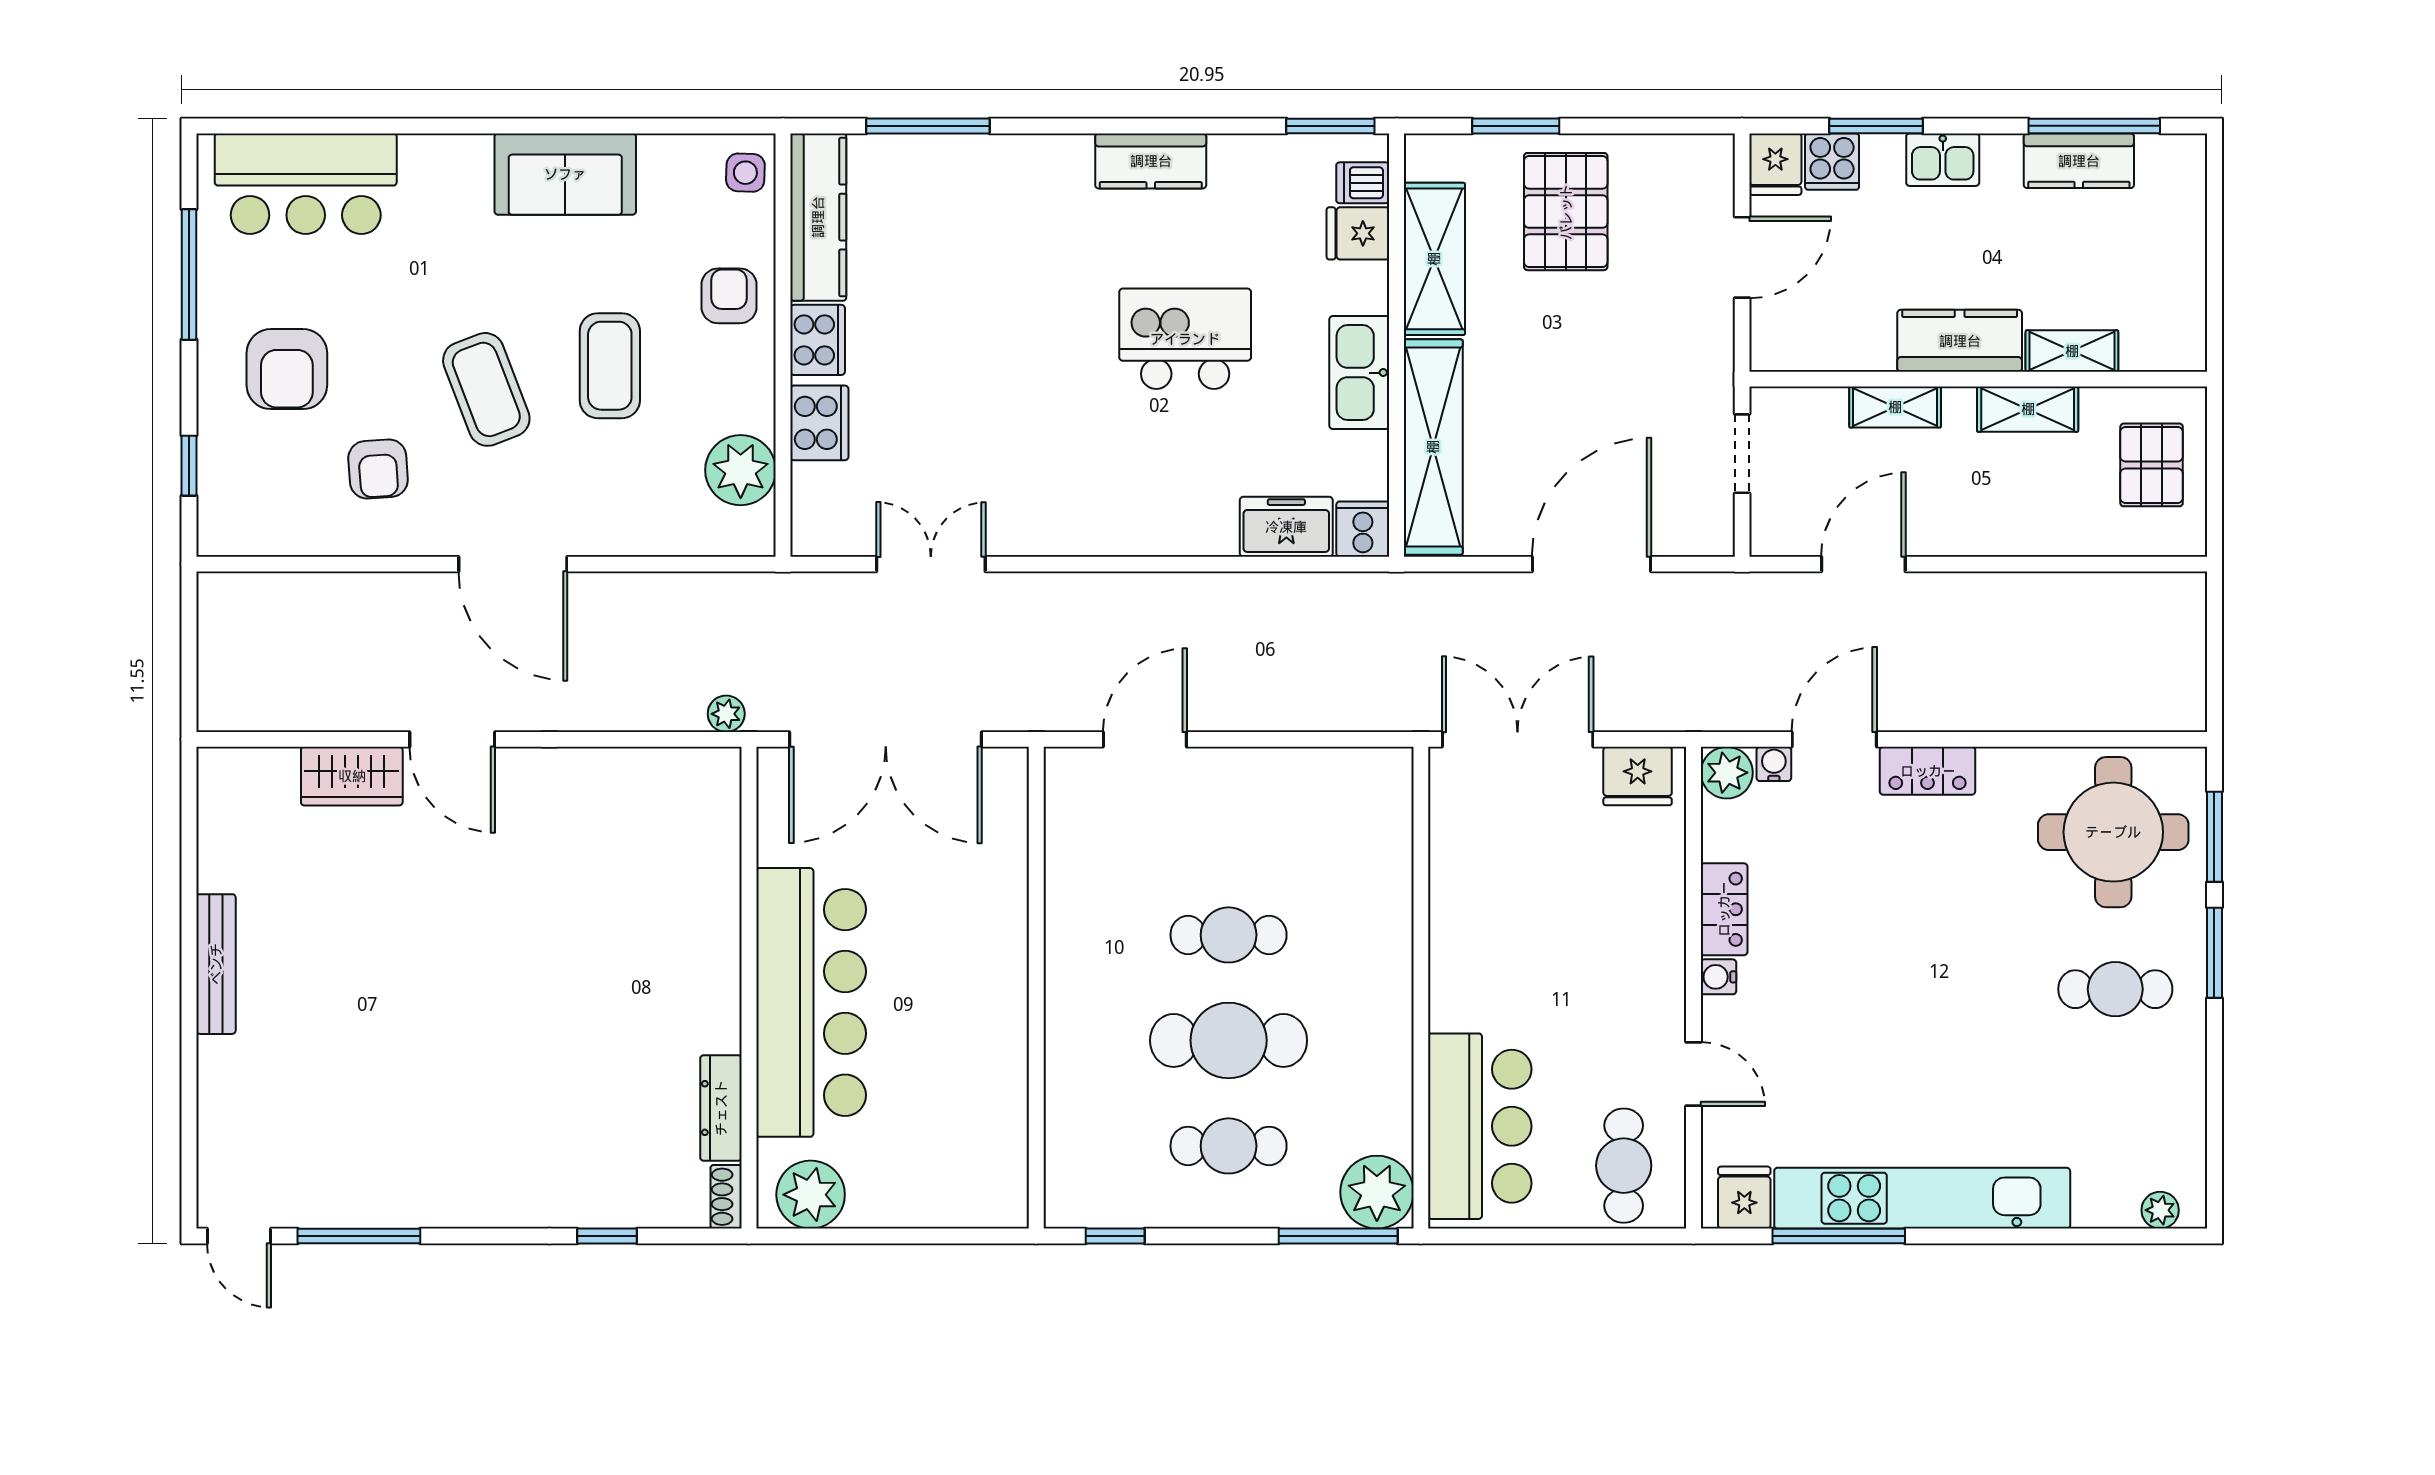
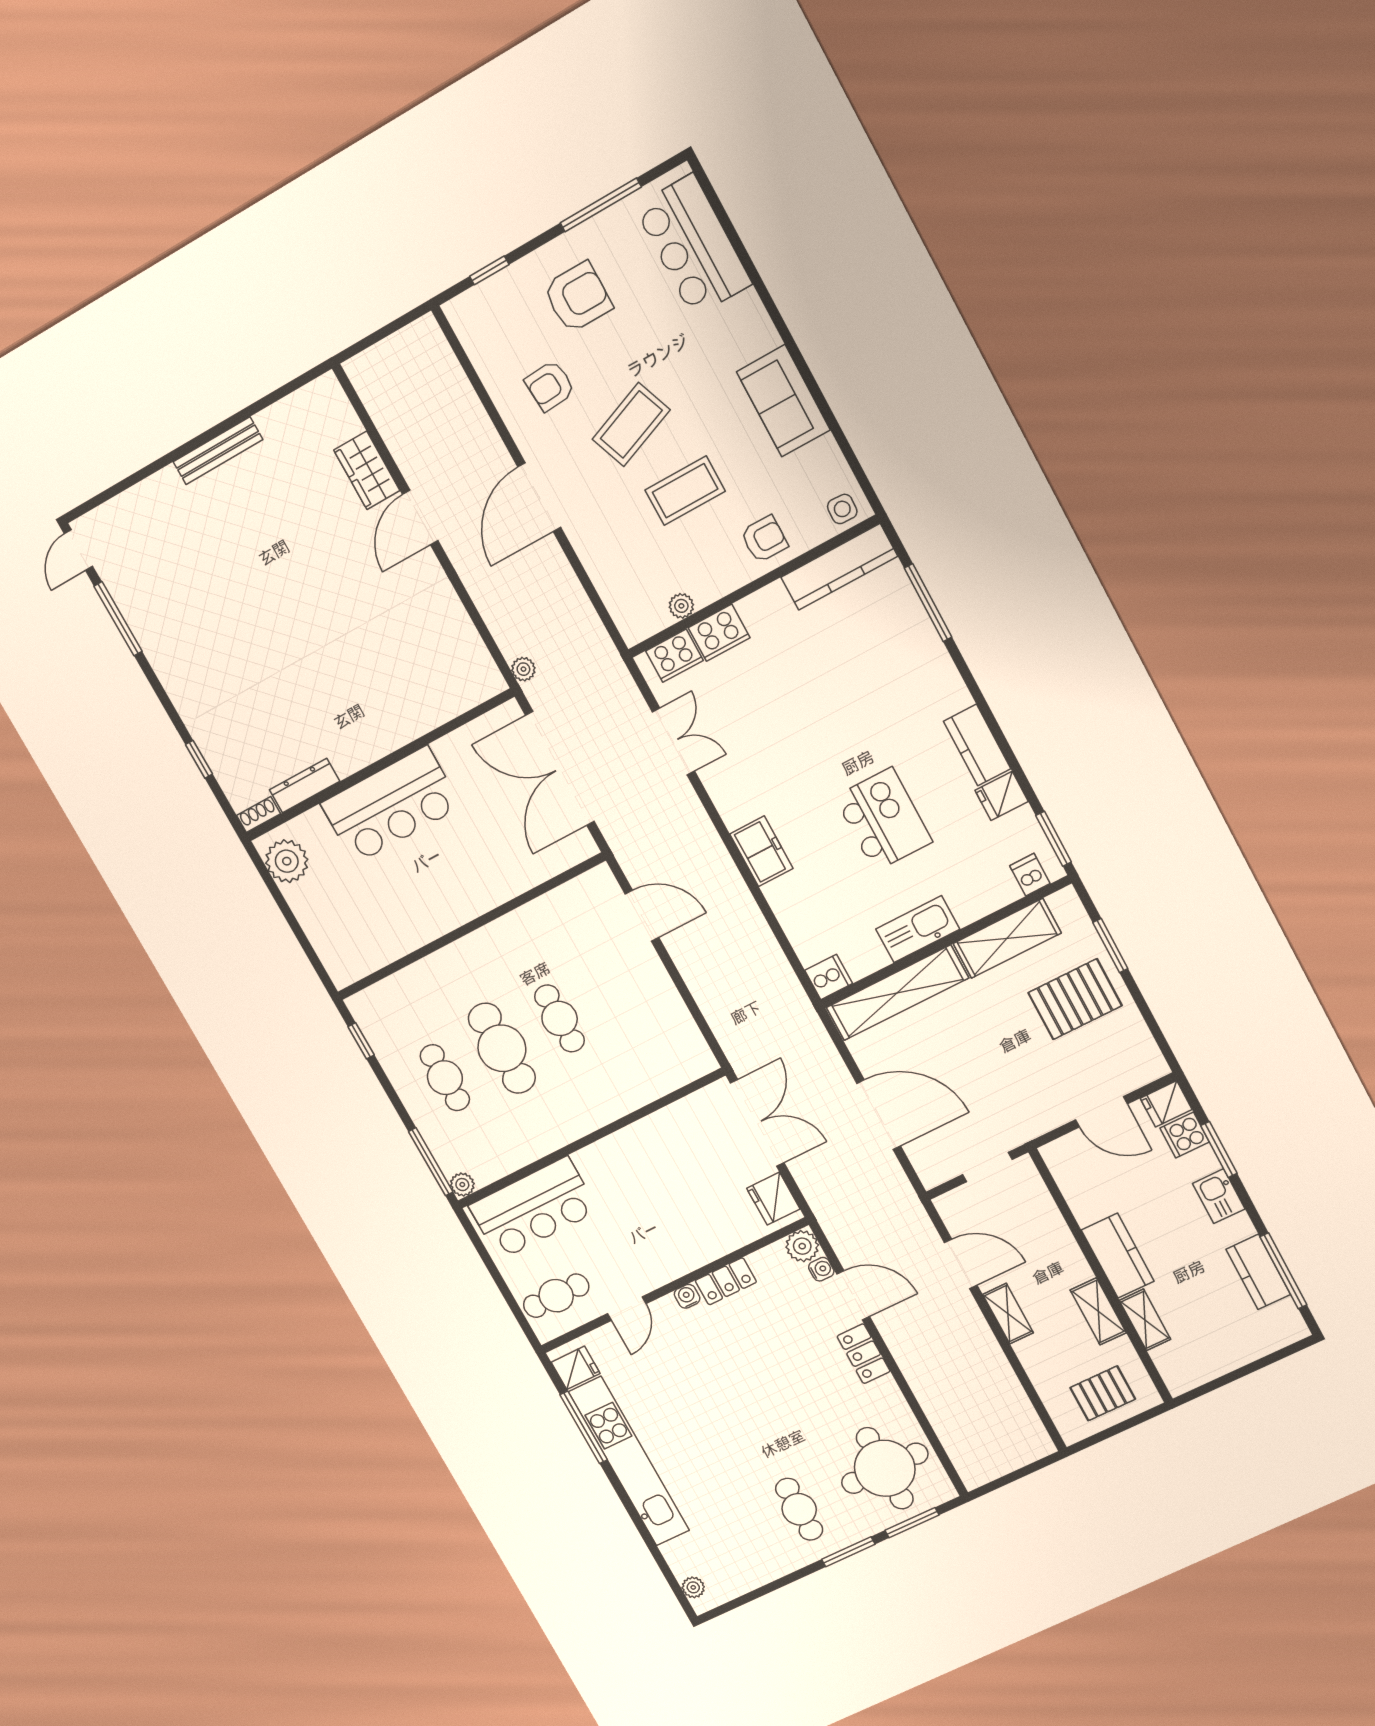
fridge: (1358, 233) -> (1002, 796), moved, turned -90
cooker: (818, 340) -> (674, 656), moved
armchair: (287, 369) -> (578, 297), turned 180
shelving: (1895, 407) -> (1008, 1314), moved
plant: (741, 470) -> (681, 606), width x0.53, depth x0.53
freezer: (1286, 527) -> (761, 851), moved
bar counter: (811, 1002) -> (391, 805), width x0.73
plant: (1377, 1192) -> (462, 1185), width x0.53, depth x0.53

